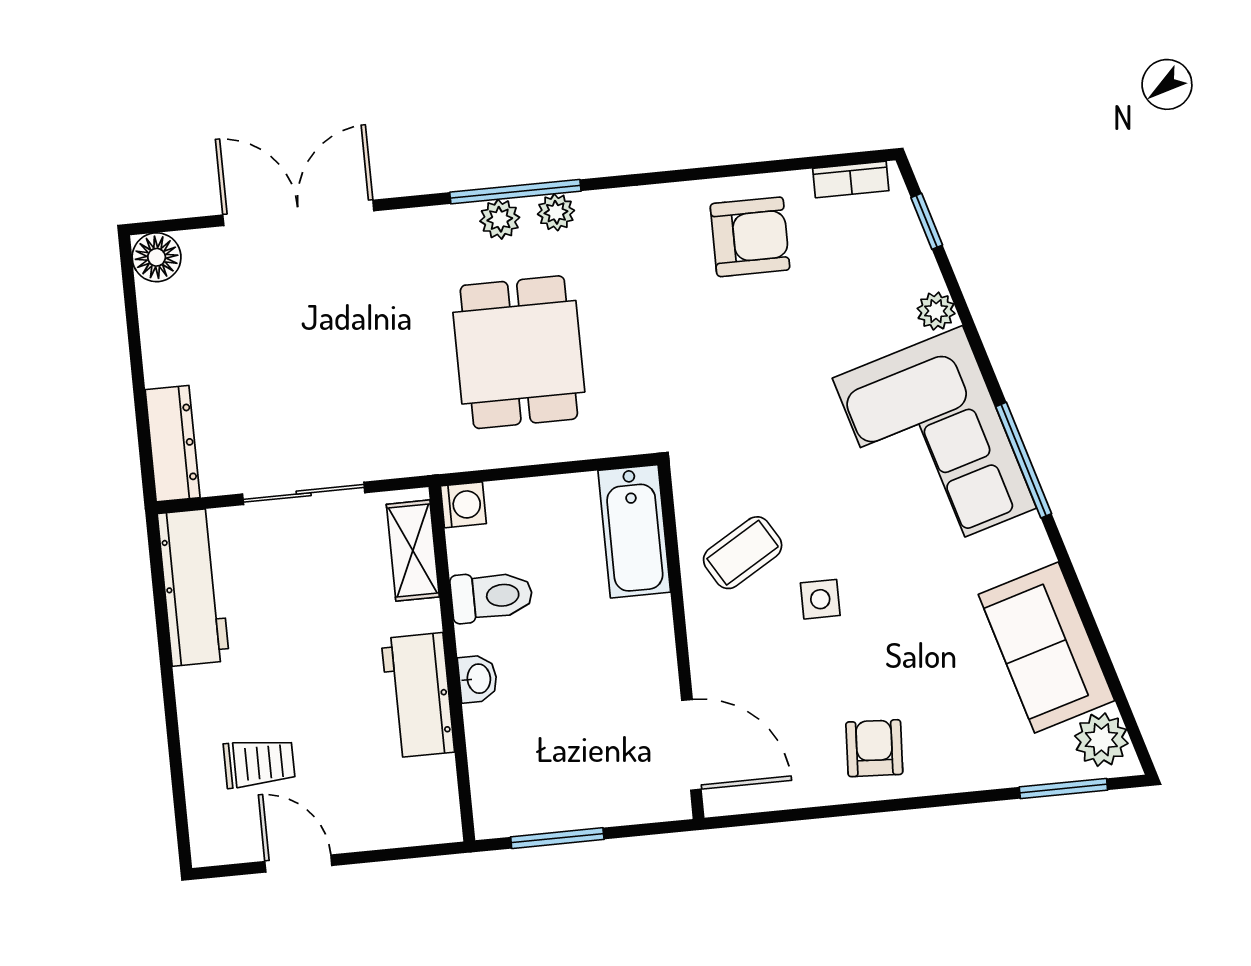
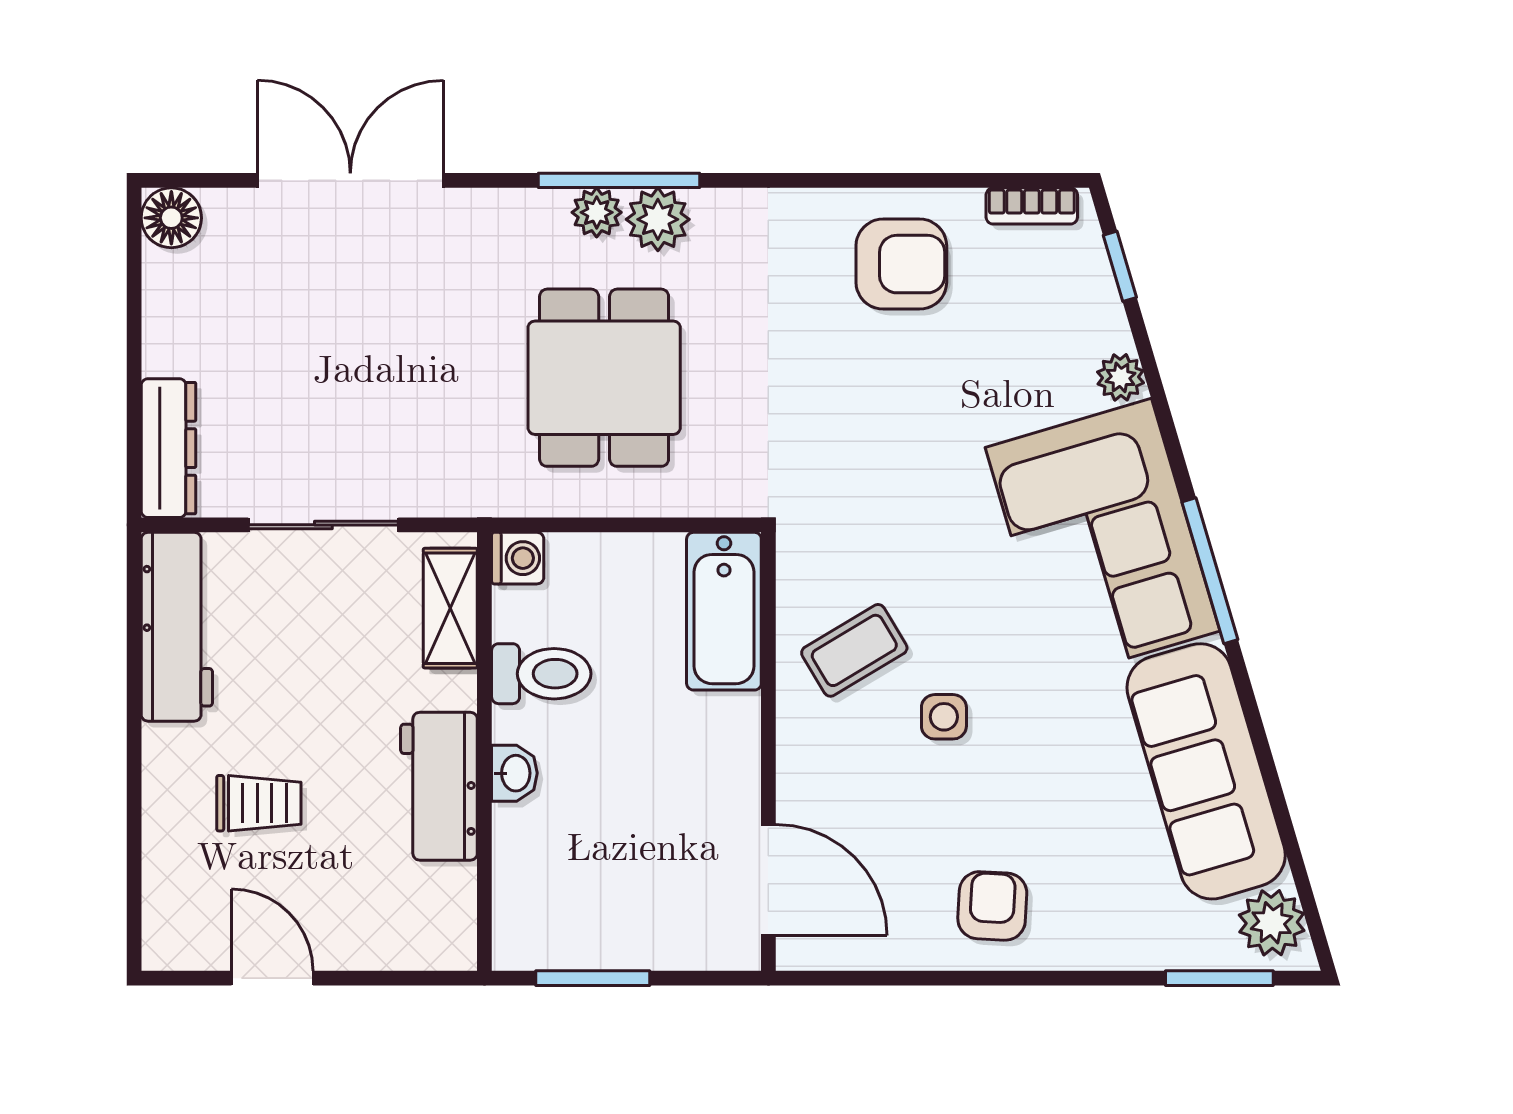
plant: (556, 212) -> (658, 219), width x1.38, depth x1.38
sofa: (1047, 648) -> (1206, 771), width x1.36
trolley: (259, 763) -> (259, 803), moved

